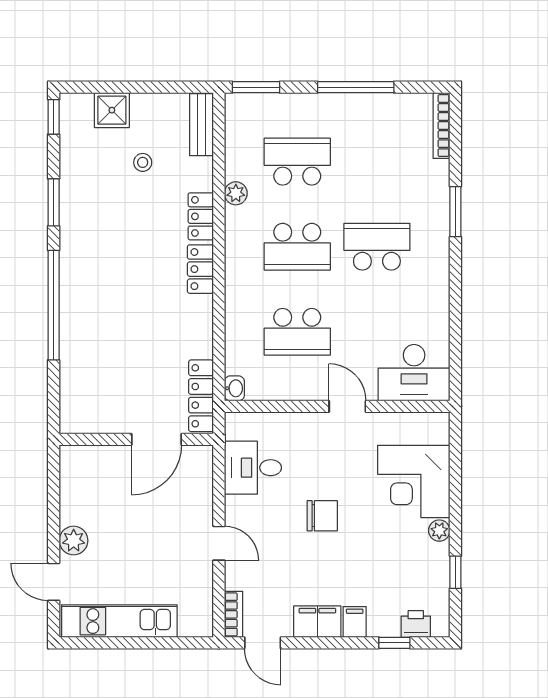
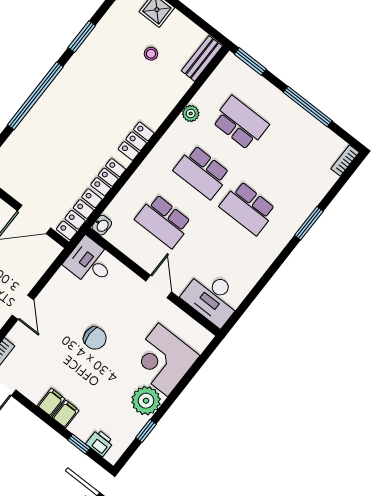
bookcase: (441, 126) -> (345, 161), width x0.64
locker: (201, 216) -> (108, 177), moved
school desk: (377, 247) -> (248, 208), turned 180
desk: (253, 468) -> (90, 262), moved
plant: (439, 531) -> (146, 401), width x1.87, depth x1.87
filing cabinet: (317, 622) -> (51, 402), width x0.50

